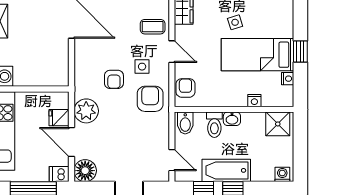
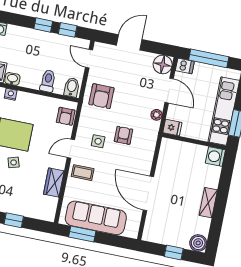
door: (172, 52) -> (71, 149), hinge flipped
armchair: (150, 99) -> (101, 96), moved
plant: (86, 111) -> (157, 115), width x0.53, depth x0.53
fridge: (59, 118) -> (172, 128), moved
washbasin: (232, 119) -> (12, 79), moved
bathtub: (226, 170) -> (46, 41), removed

